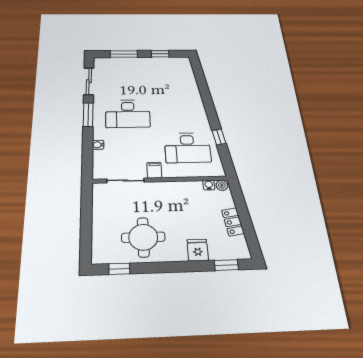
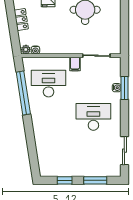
window: (88, 115) -> (124, 88), moved
window: (219, 137) -> (23, 93), width x3.17

